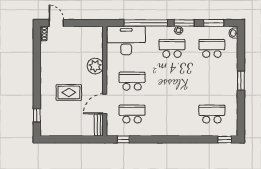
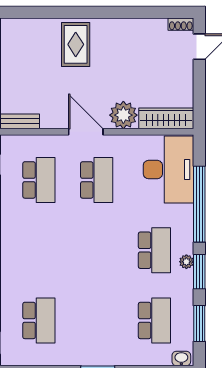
wardrobe: (97, 42) -> (166, 118), added
rug: (69, 92) -> (76, 44), moved
door: (105, 104) -> (86, 132), moved
window: (37, 115) -> (37, 12), removed

